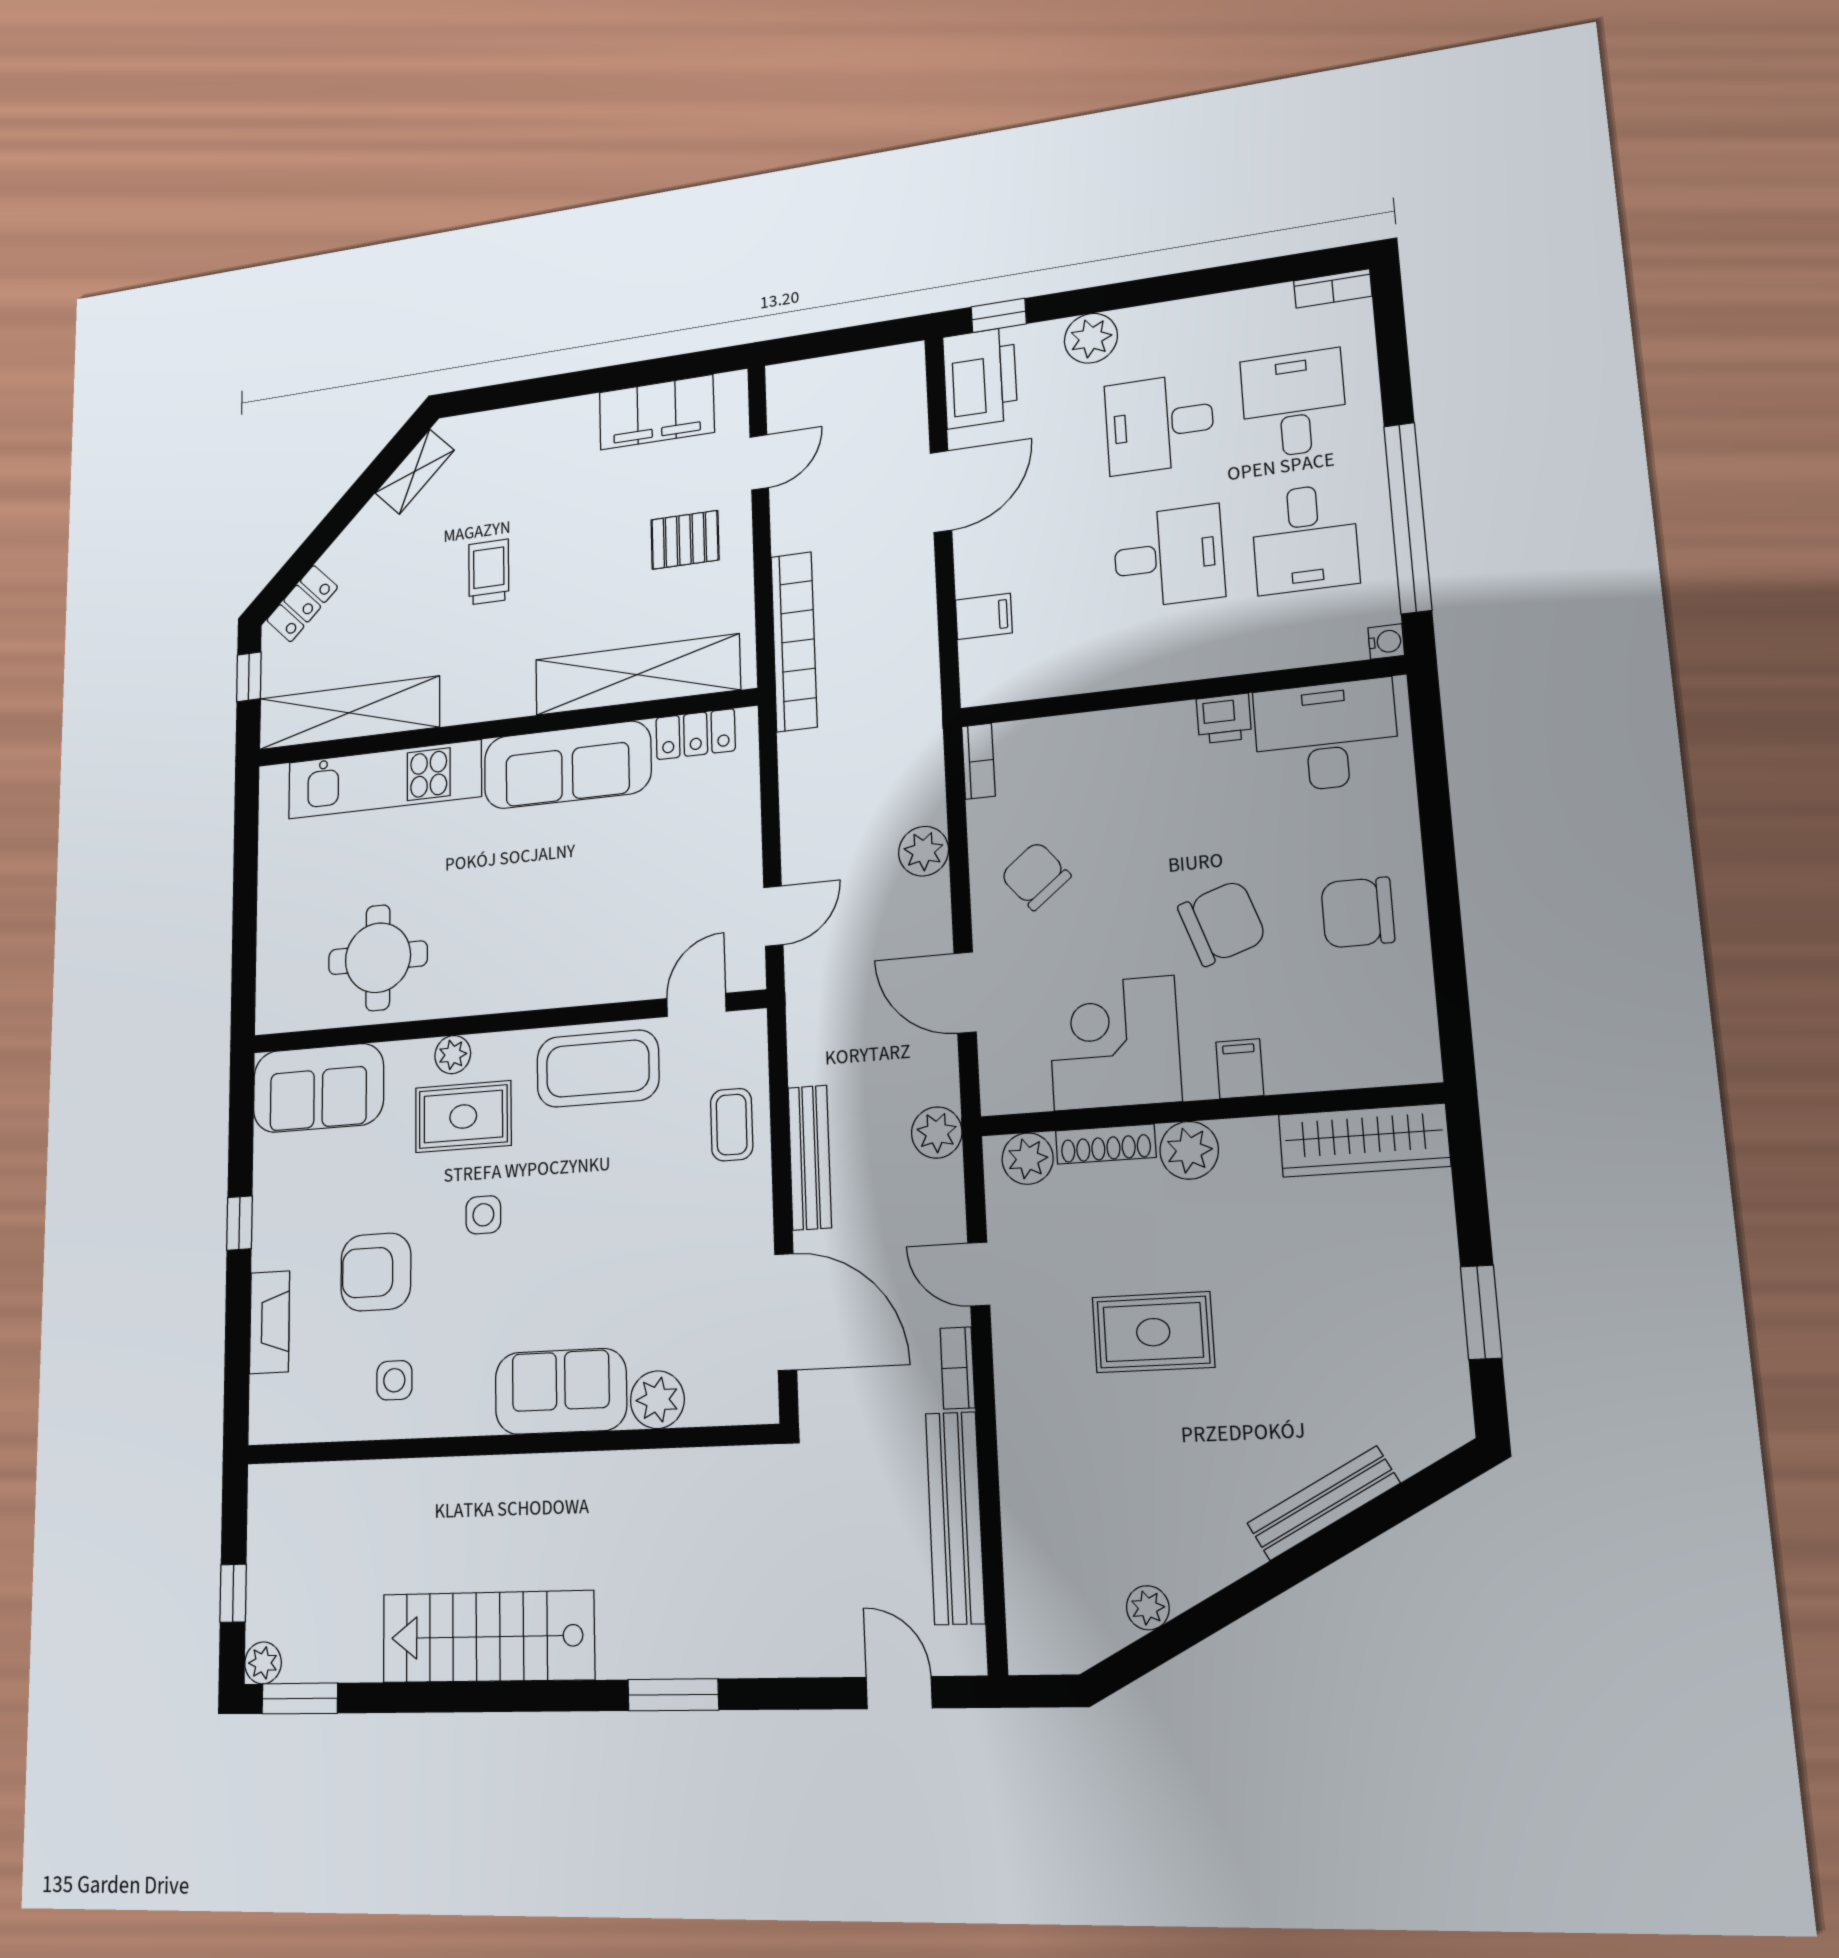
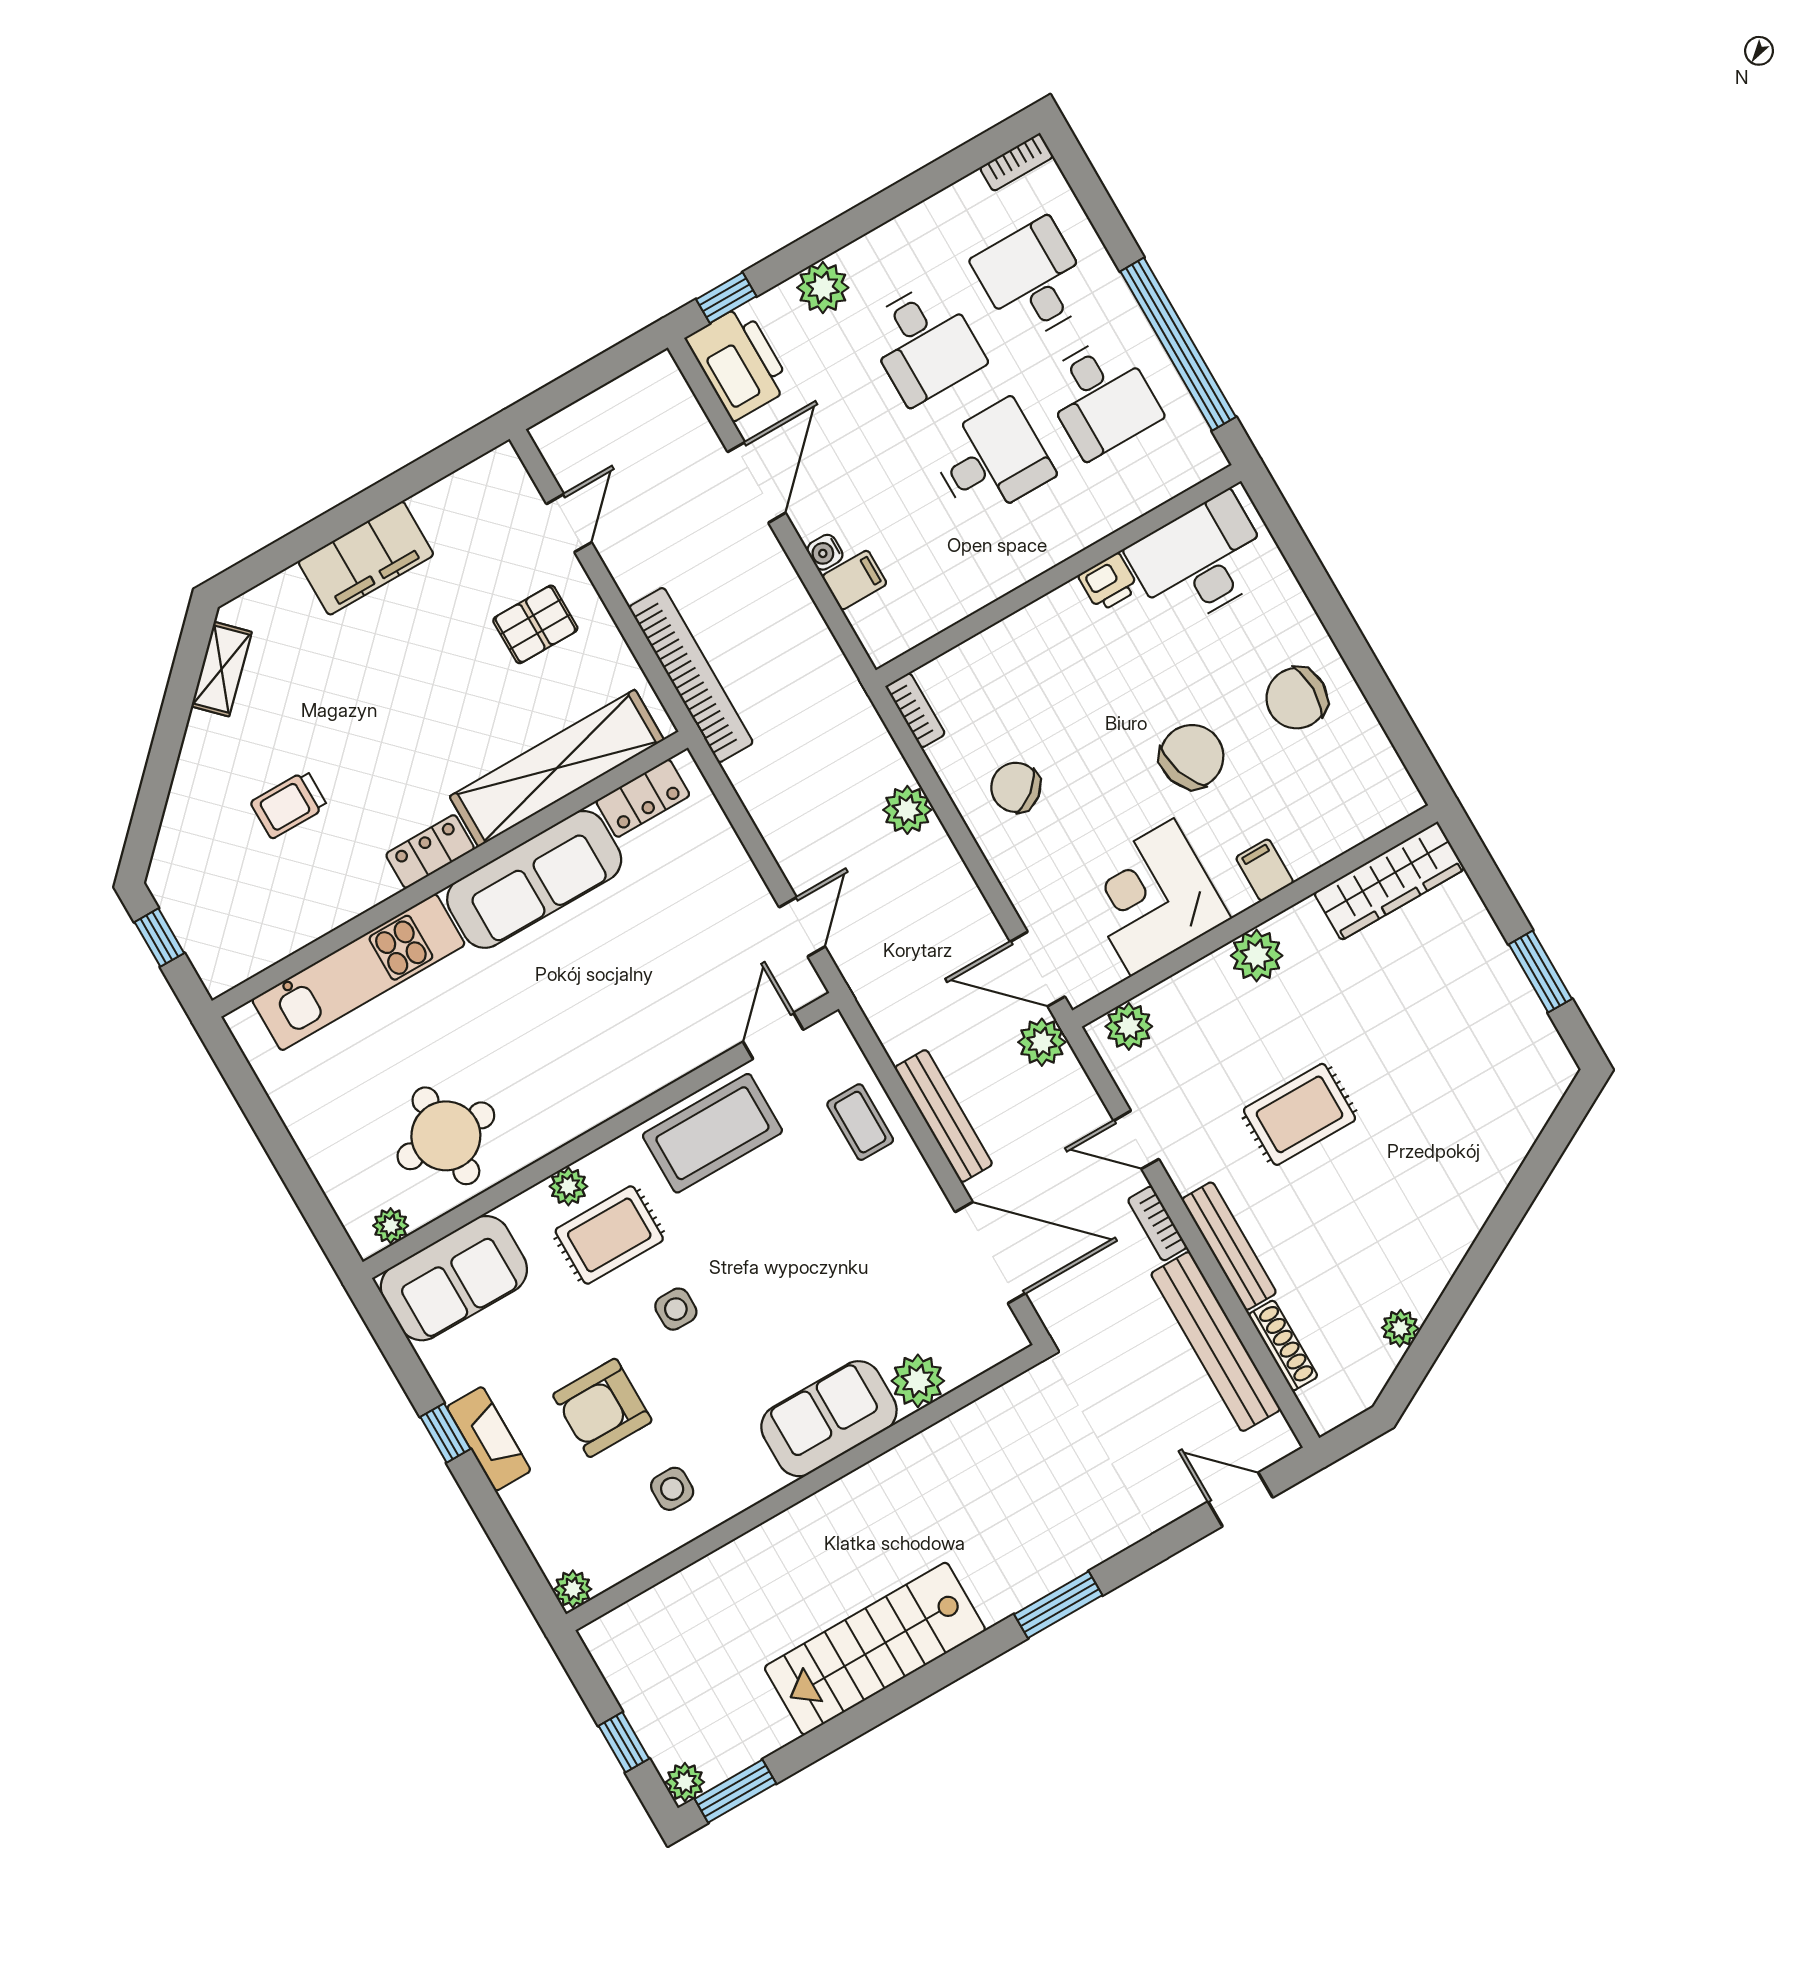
filing cabinet: (657, 412) -> (366, 558), moved
desk: (1159, 424) -> (924, 343), turned -90
trolley: (489, 572) -> (289, 804), moved, turned -90
locker: (302, 604) -> (430, 851), moved, turned -135
water cooler: (1386, 642) -> (825, 552), moved, turned 180
shelving: (349, 713) -> (286, 927), removed
door: (965, 993) -> (1038, 969), moved
plant: (293, 1015) -> (391, 1226), added
shoe rack: (1106, 1144) -> (1283, 1346), moved, turned -90
fireplace: (270, 1322) -> (489, 1439), moved
plant: (266, 1425) -> (573, 1589), added
bench: (1323, 1503) -> (1229, 1246), moved, turned -62

